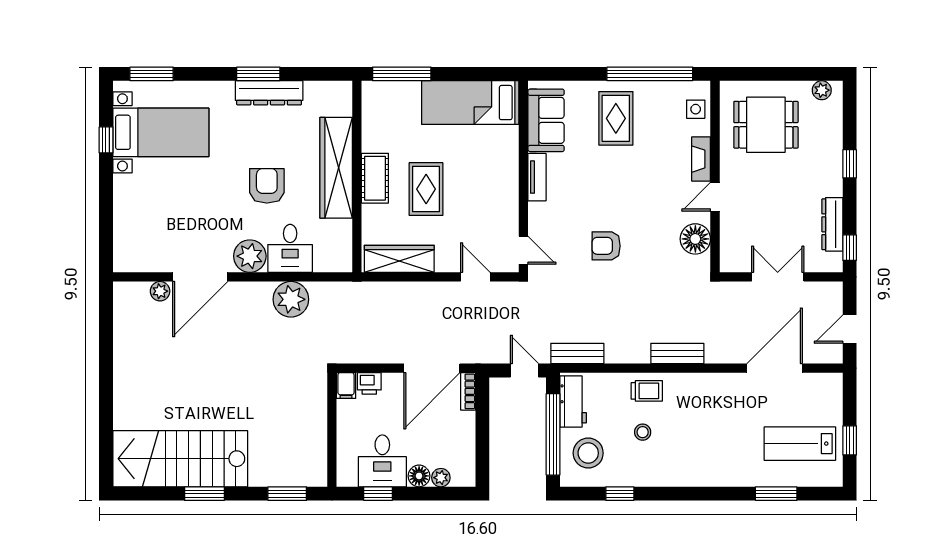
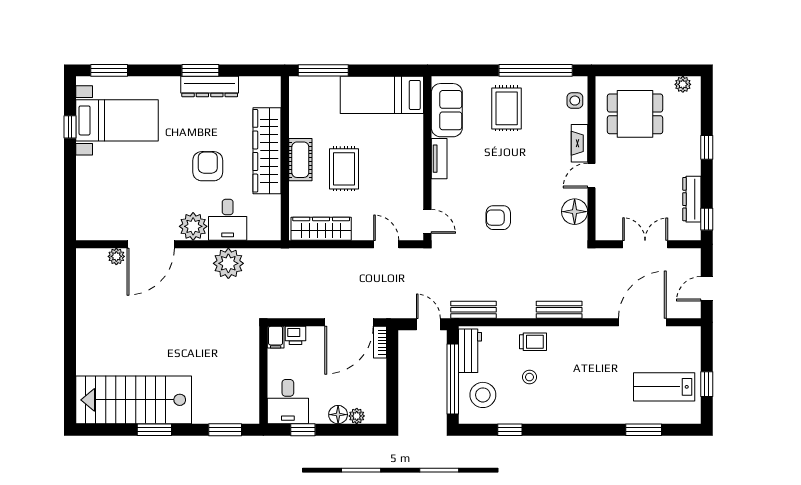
desk: (382, 461) -> (288, 402), moved

